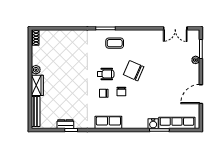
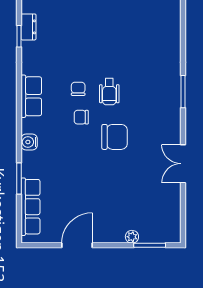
double door: (175, 28) -> (183, 164), moved
coffee table: (115, 43) -> (159, 106), removed
chair: (134, 71) -> (115, 137), turned 66
door: (201, 94) -> (77, 245), hinge flipped
water cooler: (153, 124) -> (29, 142), moved

